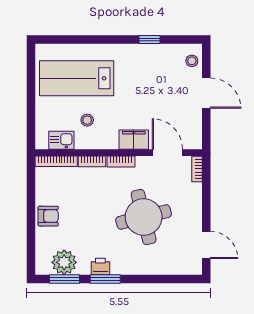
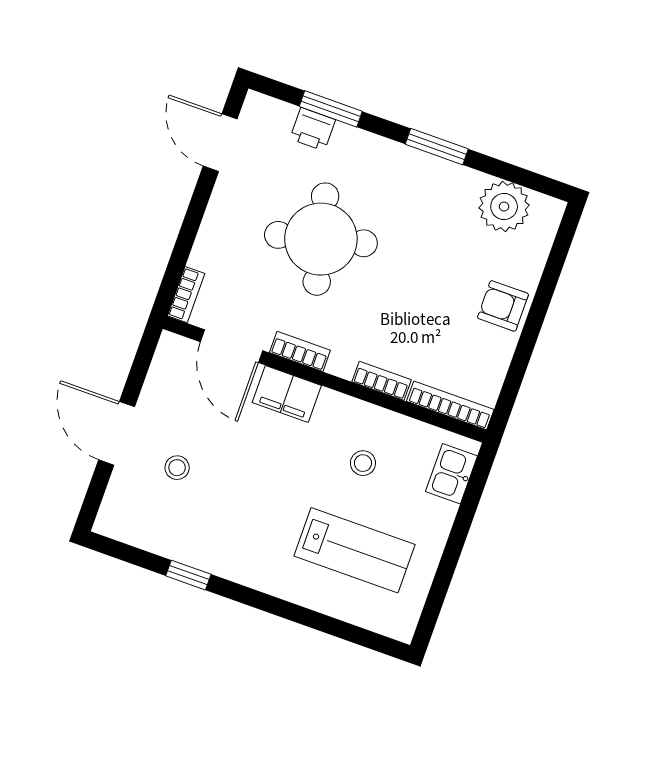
stool: (192, 61) -> (177, 468), moved
lab bench: (77, 78) -> (355, 550), width x0.73, depth x0.72
kitchen sink: (61, 140) -> (451, 474), moved, turned 90
bookcase: (121, 161) -> (300, 351), moved
printer: (100, 267) -> (313, 129), moved
window: (65, 279) -> (331, 109), moved

